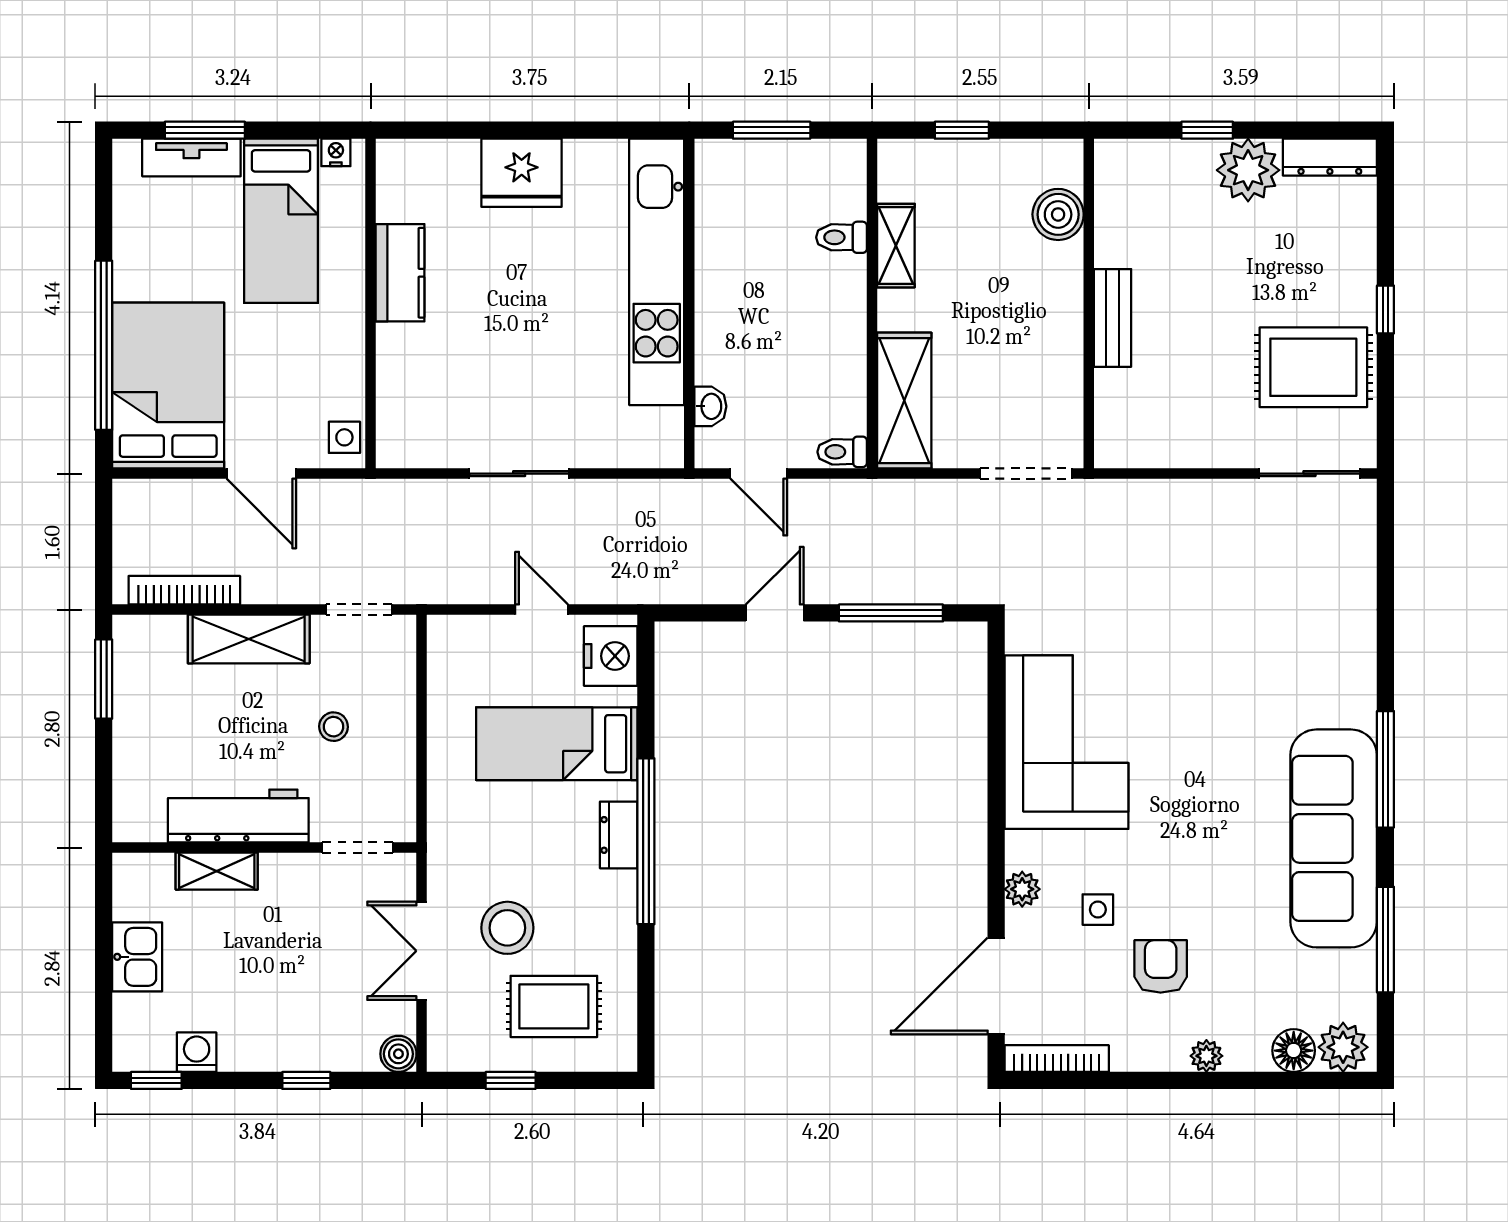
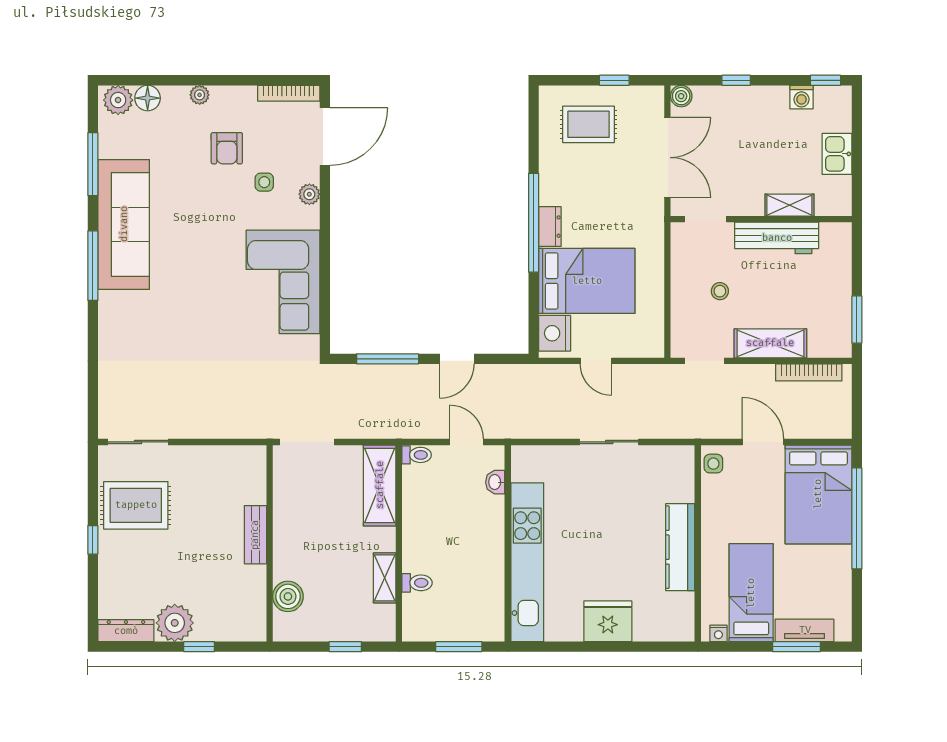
kitchen counter: (400, 273) -> (680, 547), width x1.50
bed: (557, 744) -> (587, 281), width x1.50
stool: (507, 928) -> (616, 171), removed
double door: (422, 951) -> (667, 158), width x1.37

